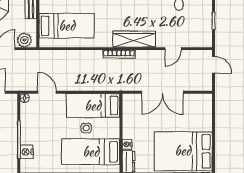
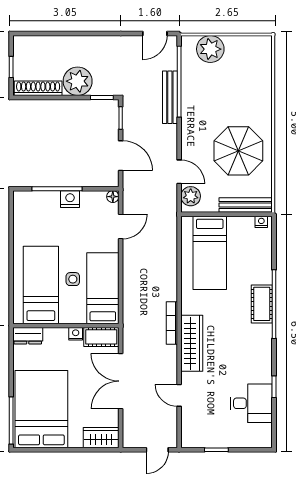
cot: (129, 107) -> (101, 337), added
wardrobe: (205, 107) -> (101, 438), added
nightstand: (127, 144) -> (76, 334), moved
nightstand: (27, 152) -> (70, 199), moved

